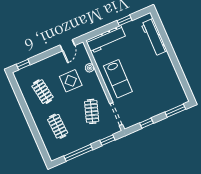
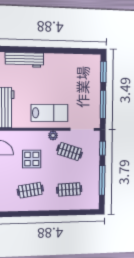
plant: (90, 68) -> (53, 135), moved
window: (147, 123) -> (103, 104), width x2.17

